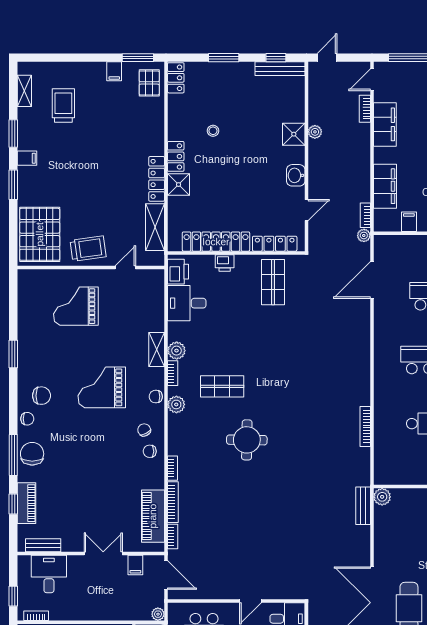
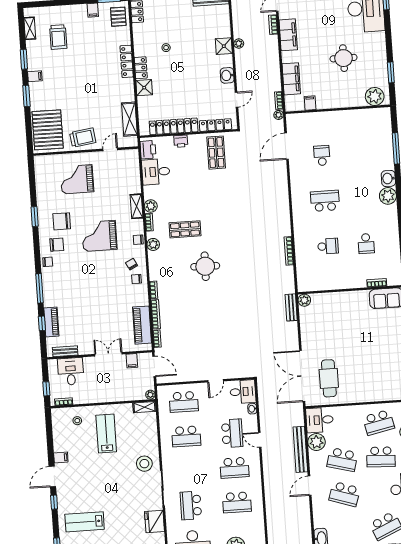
trolley: (63, 106) -> (58, 37), turned 180
locker: (157, 179) -> (127, 61), moved
chair: (32, 454) -> (62, 221), moved, turned -90

